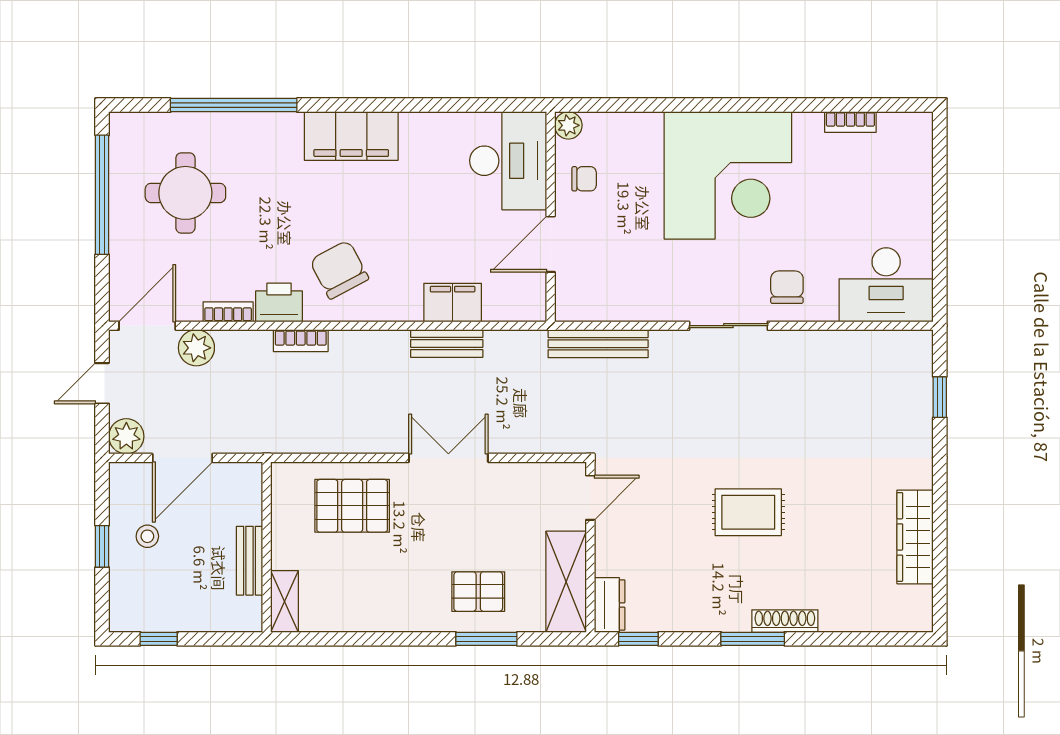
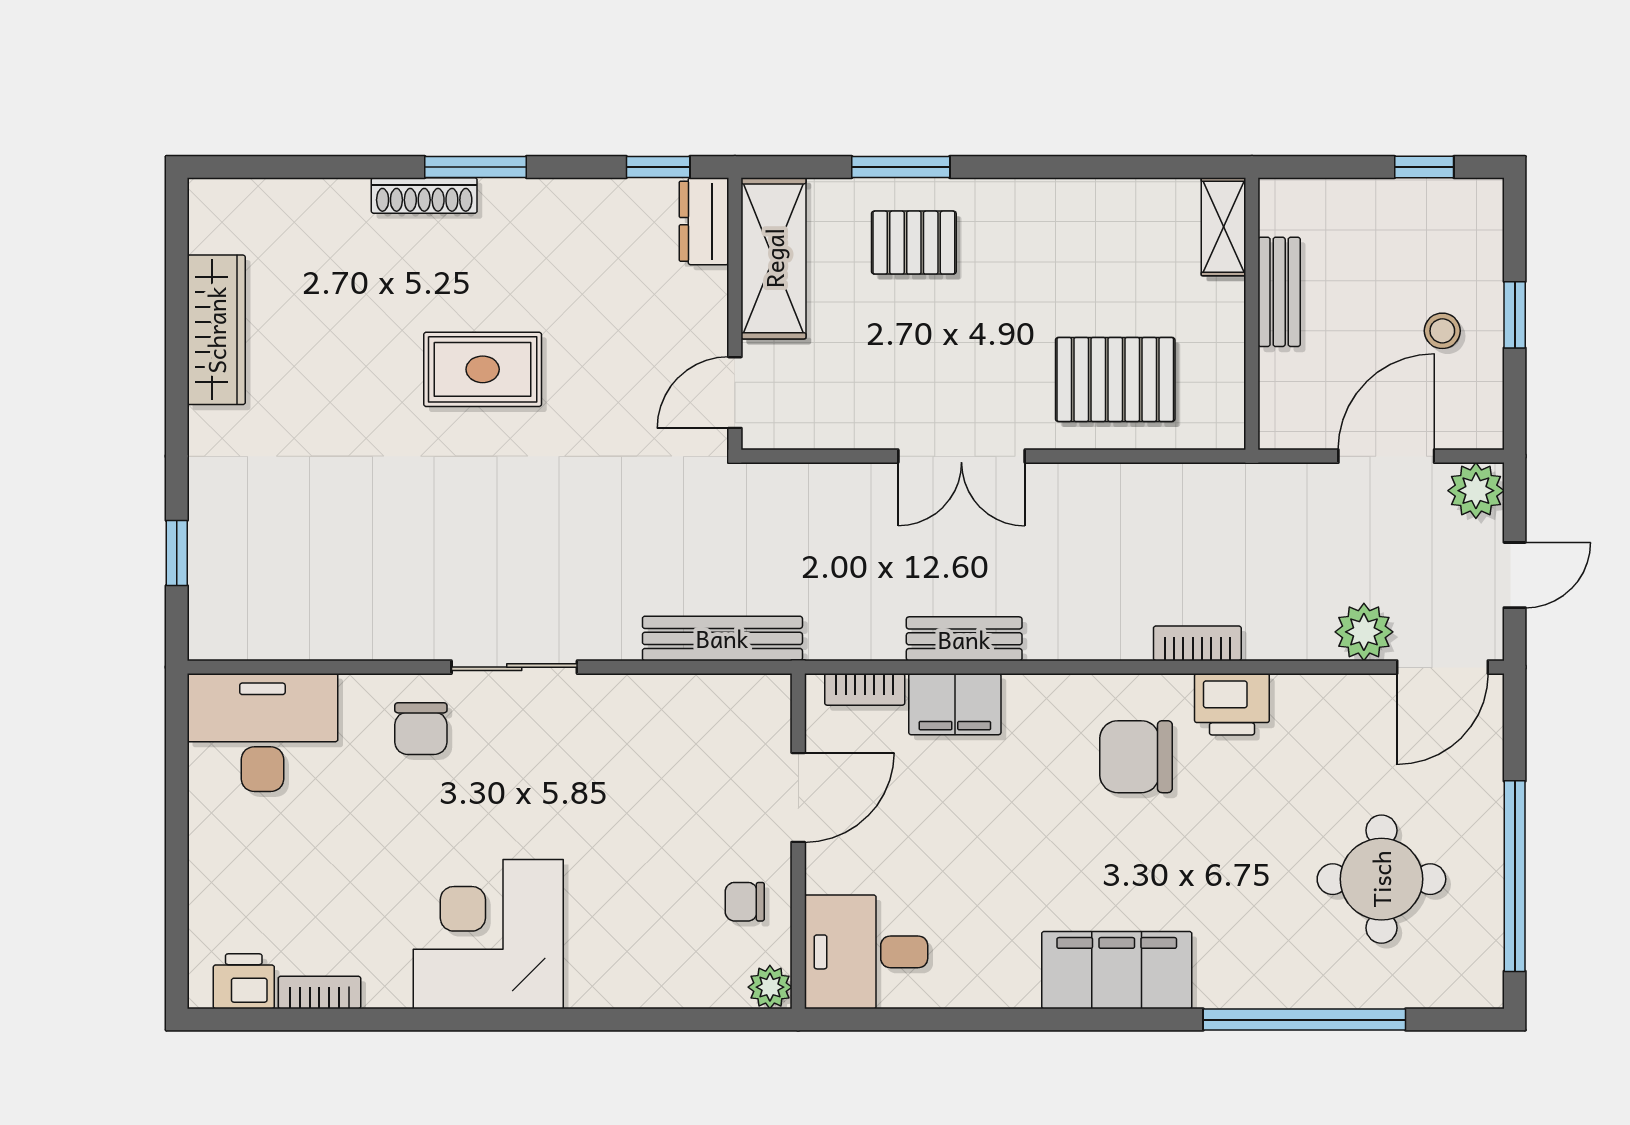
printer: (898, 129) -> (244, 981), added
desk: (508, 161) -> (866, 952), width x0.73
corner desk: (728, 175) -> (488, 934), width x0.74, depth x0.74
chair: (339, 270) -> (1136, 757), turned 118
bookcase: (228, 312) -> (865, 689), moved

